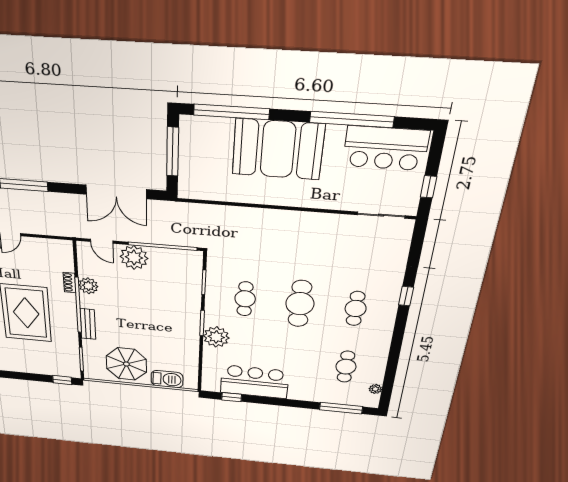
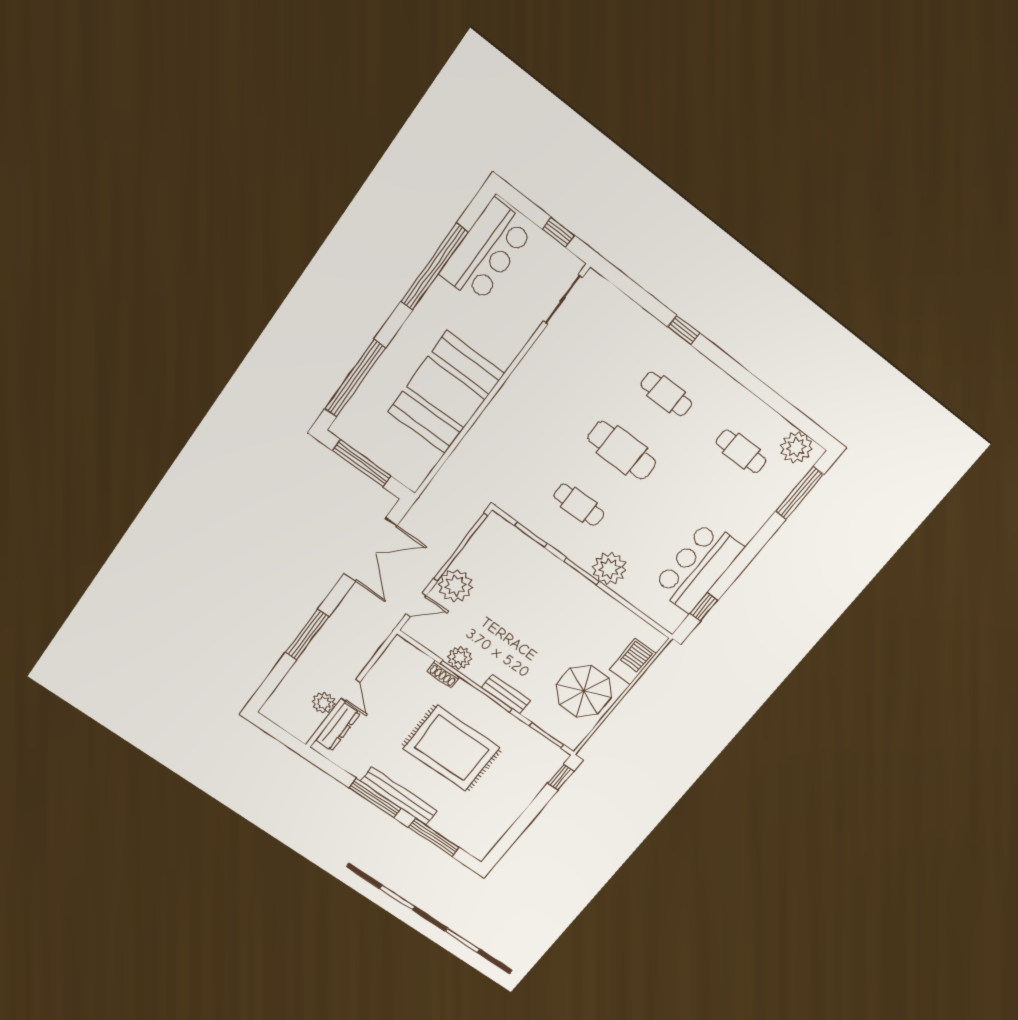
booth: (278, 149) -> (446, 393), moved
plant: (375, 389) -> (796, 447), width x1.87, depth x1.87

